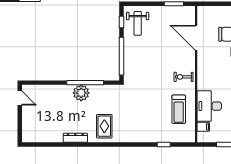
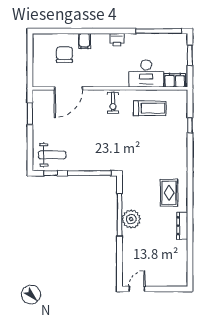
rug: (104, 126) -> (169, 193), turned 90
filing cabinet: (203, 127) -> (175, 80), width x2.00

